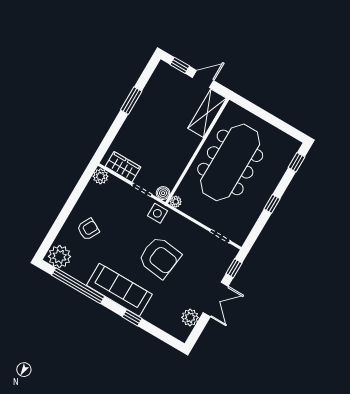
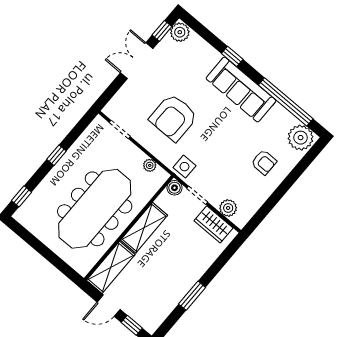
shelving: (184, 153) -> (144, 228), added
plant: (101, 176) -> (228, 208), moved
plant: (176, 202) -> (150, 165), moved
armchair: (88, 229) -> (264, 162), turned -118
armchair: (160, 257) -> (173, 118), moved, turned -97
window: (234, 268) -> (162, 31), moved
plant: (190, 317) -> (180, 32), moved

